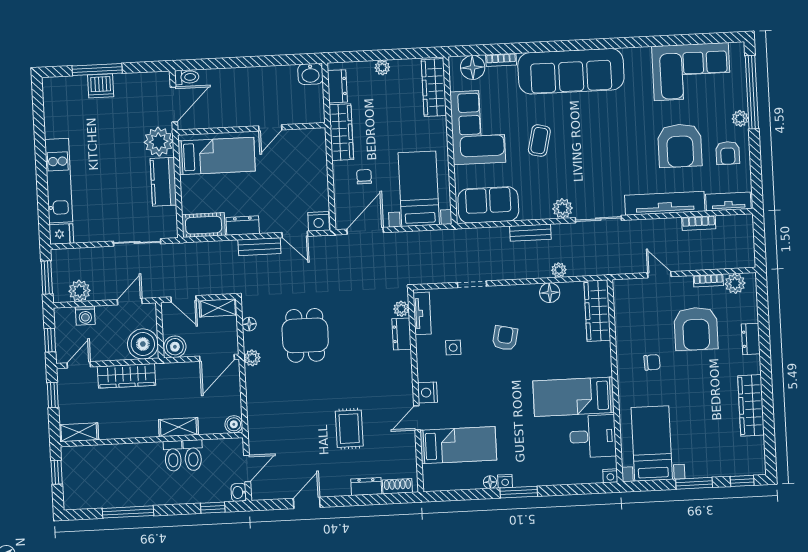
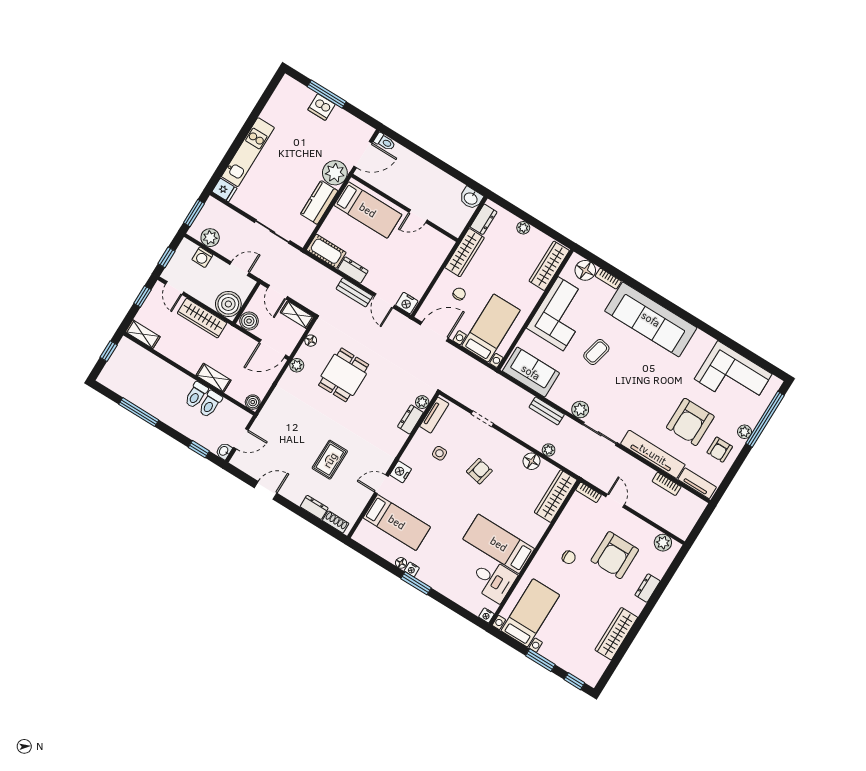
bookcase: (708, 281) -> (589, 492), moved
door: (79, 365) -> (175, 288), swing flipped

